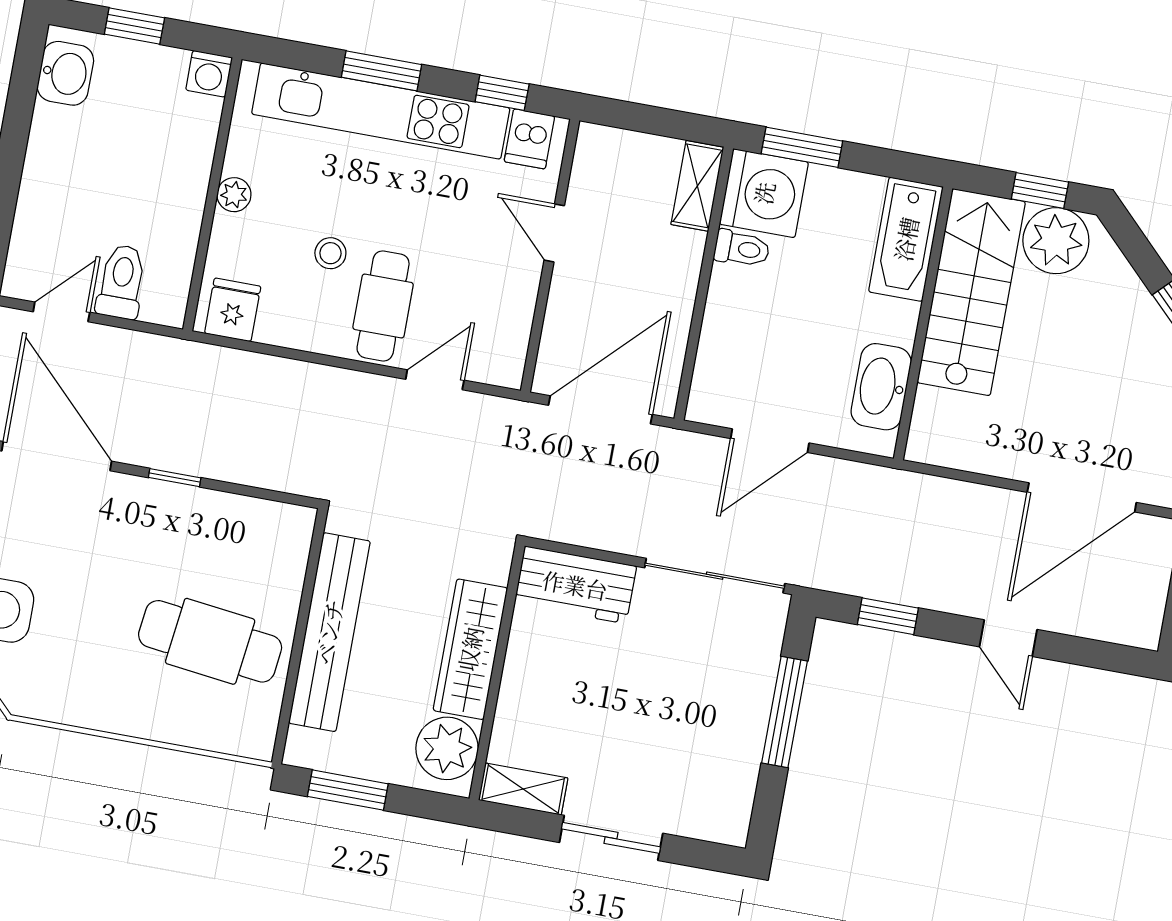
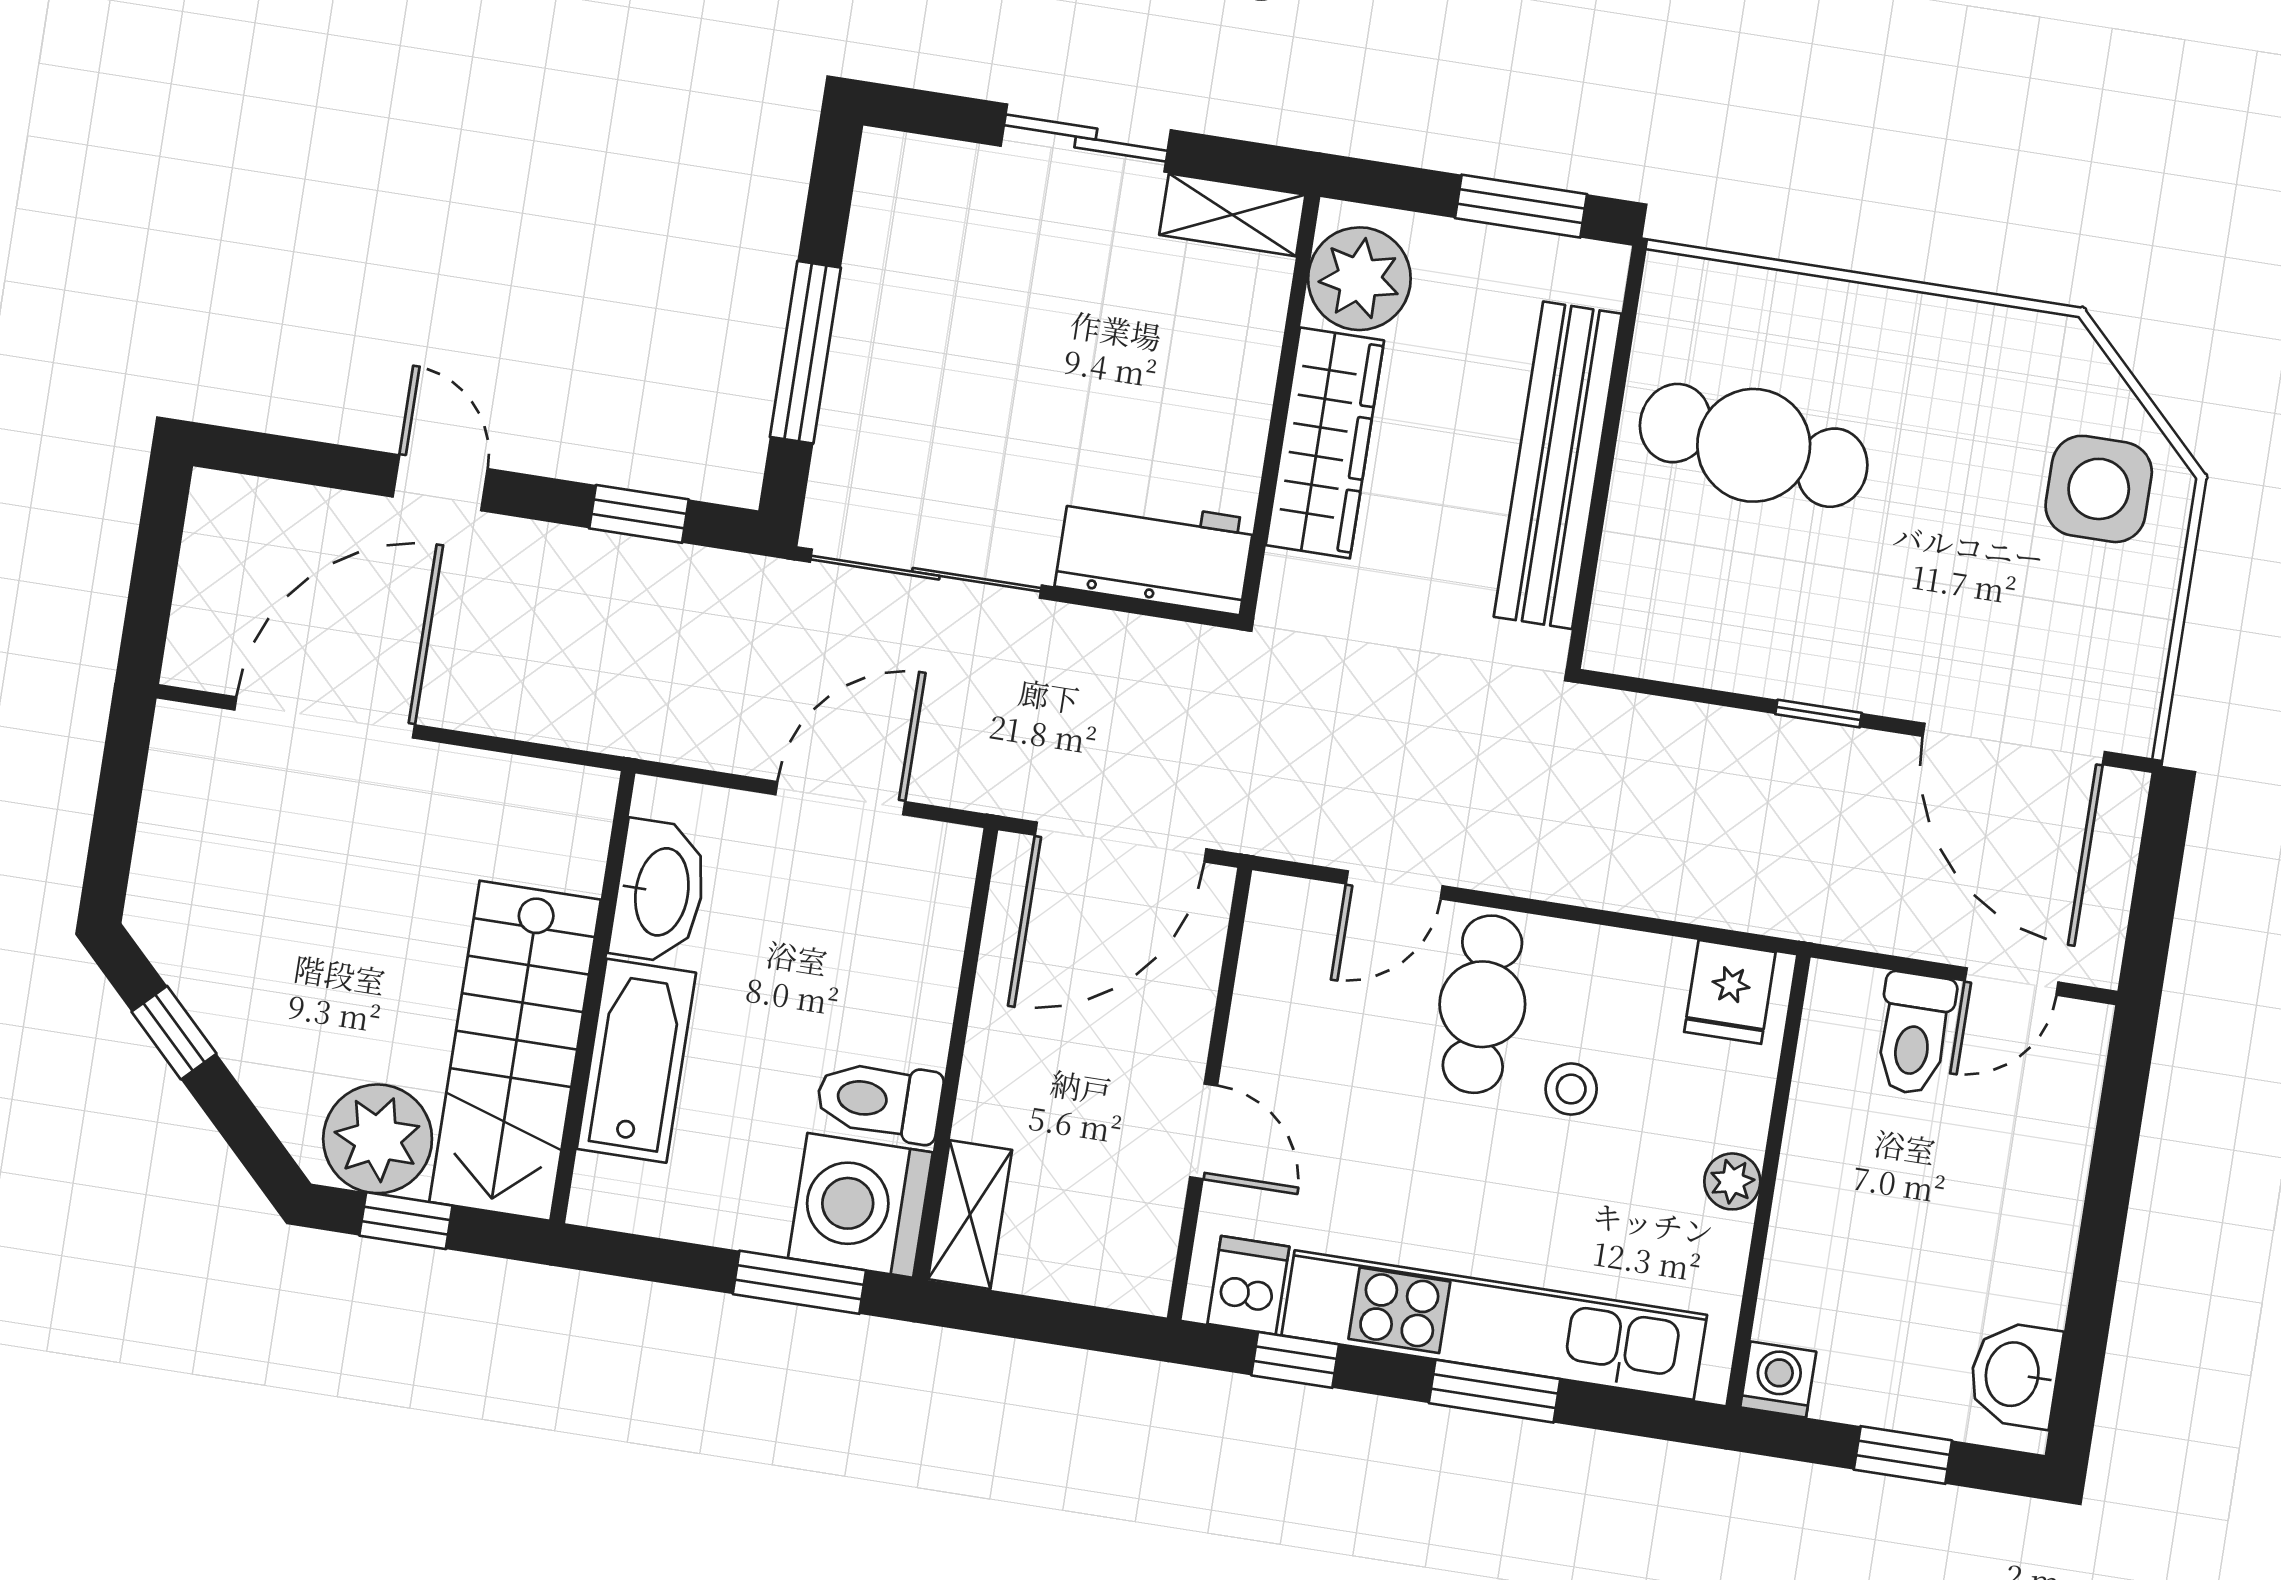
bathtub: (906, 239) -> (636, 1061), moved
toilet: (742, 249) -> (879, 1101), width x1.37, depth x1.39

